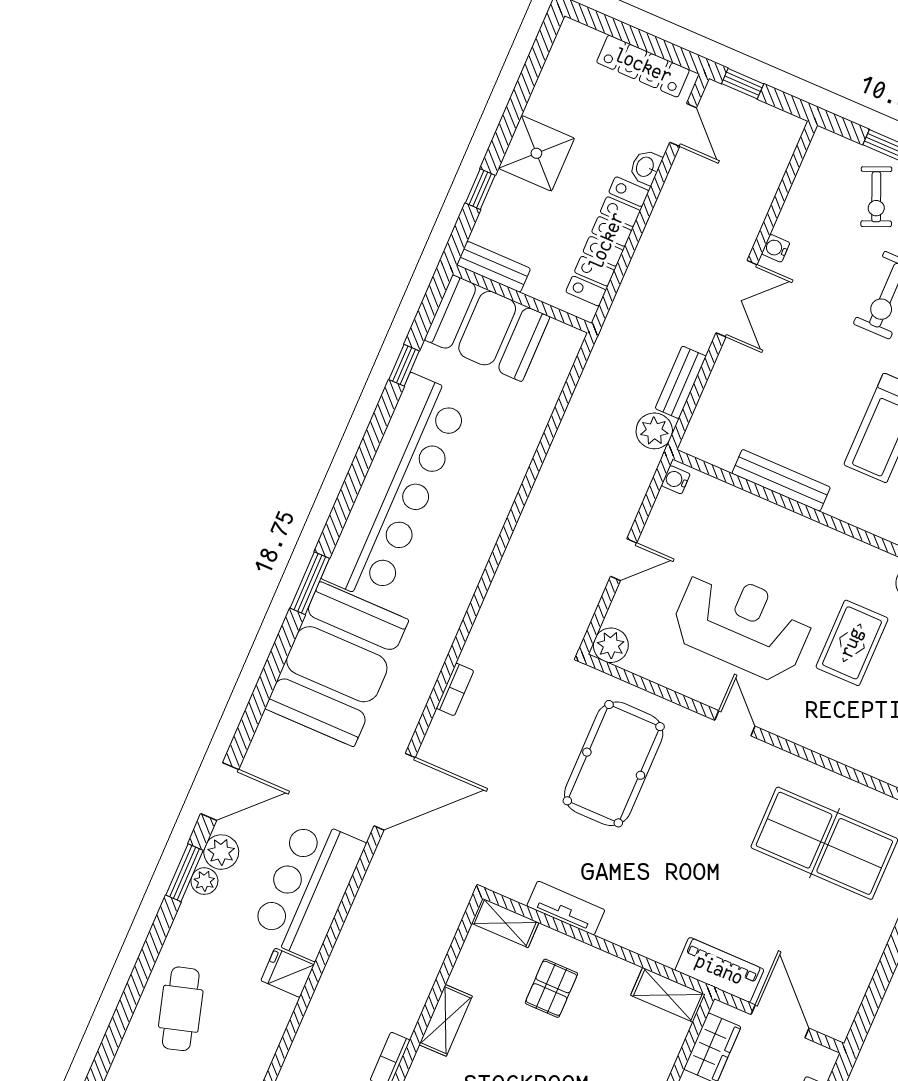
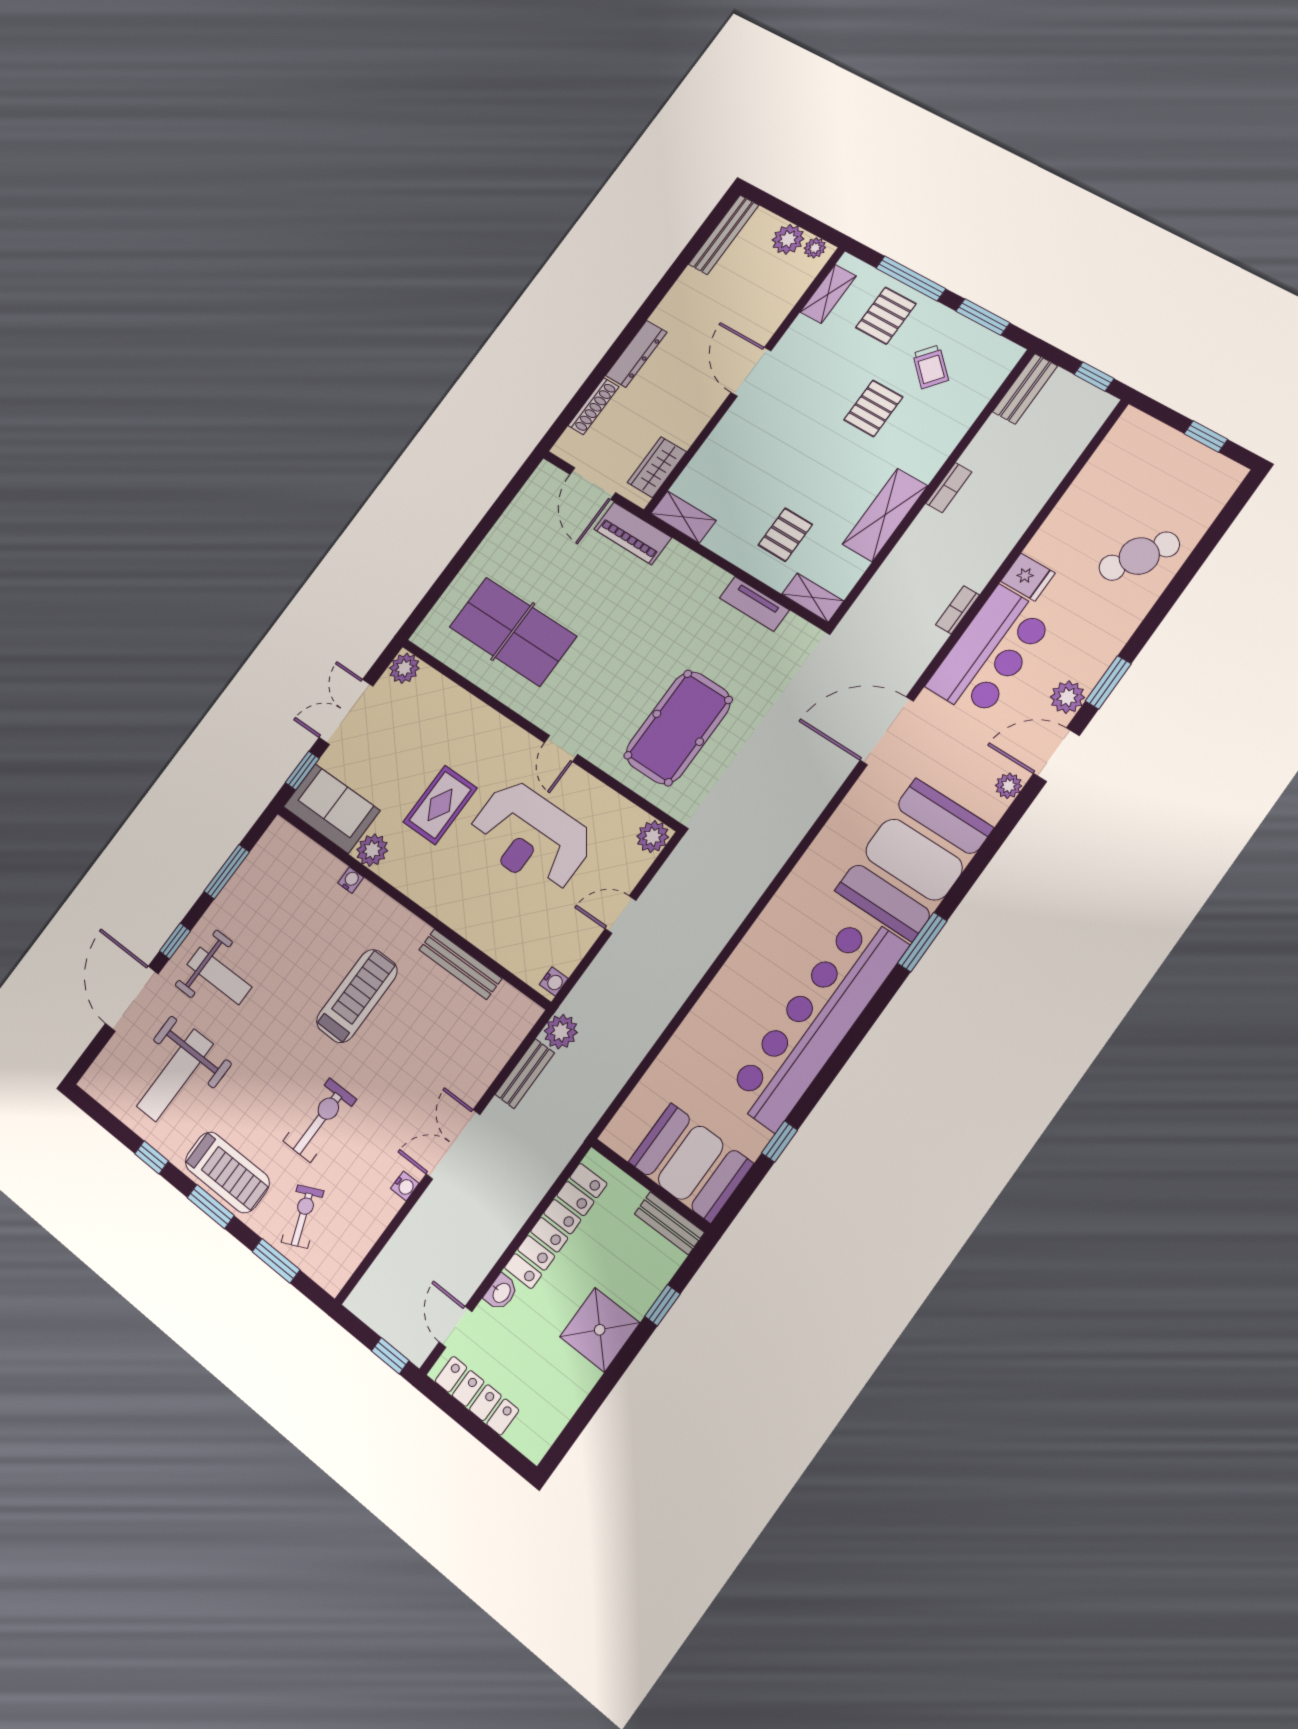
bookcase: (455, 689) -> (957, 610), moved
plant: (204, 881) -> (1009, 786), moved
cafe table: (181, 1009) -> (1139, 556), turned 50
shelving: (446, 1020) -> (885, 515), width x1.50, depth x1.33

